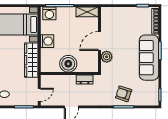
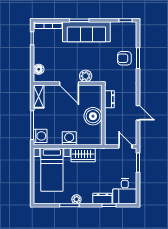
floor lamp: (113, 12) -> (39, 69), added
wardrobe: (31, 60) -> (83, 155), width x0.67
armchair: (124, 94) -> (124, 58), turned 72

